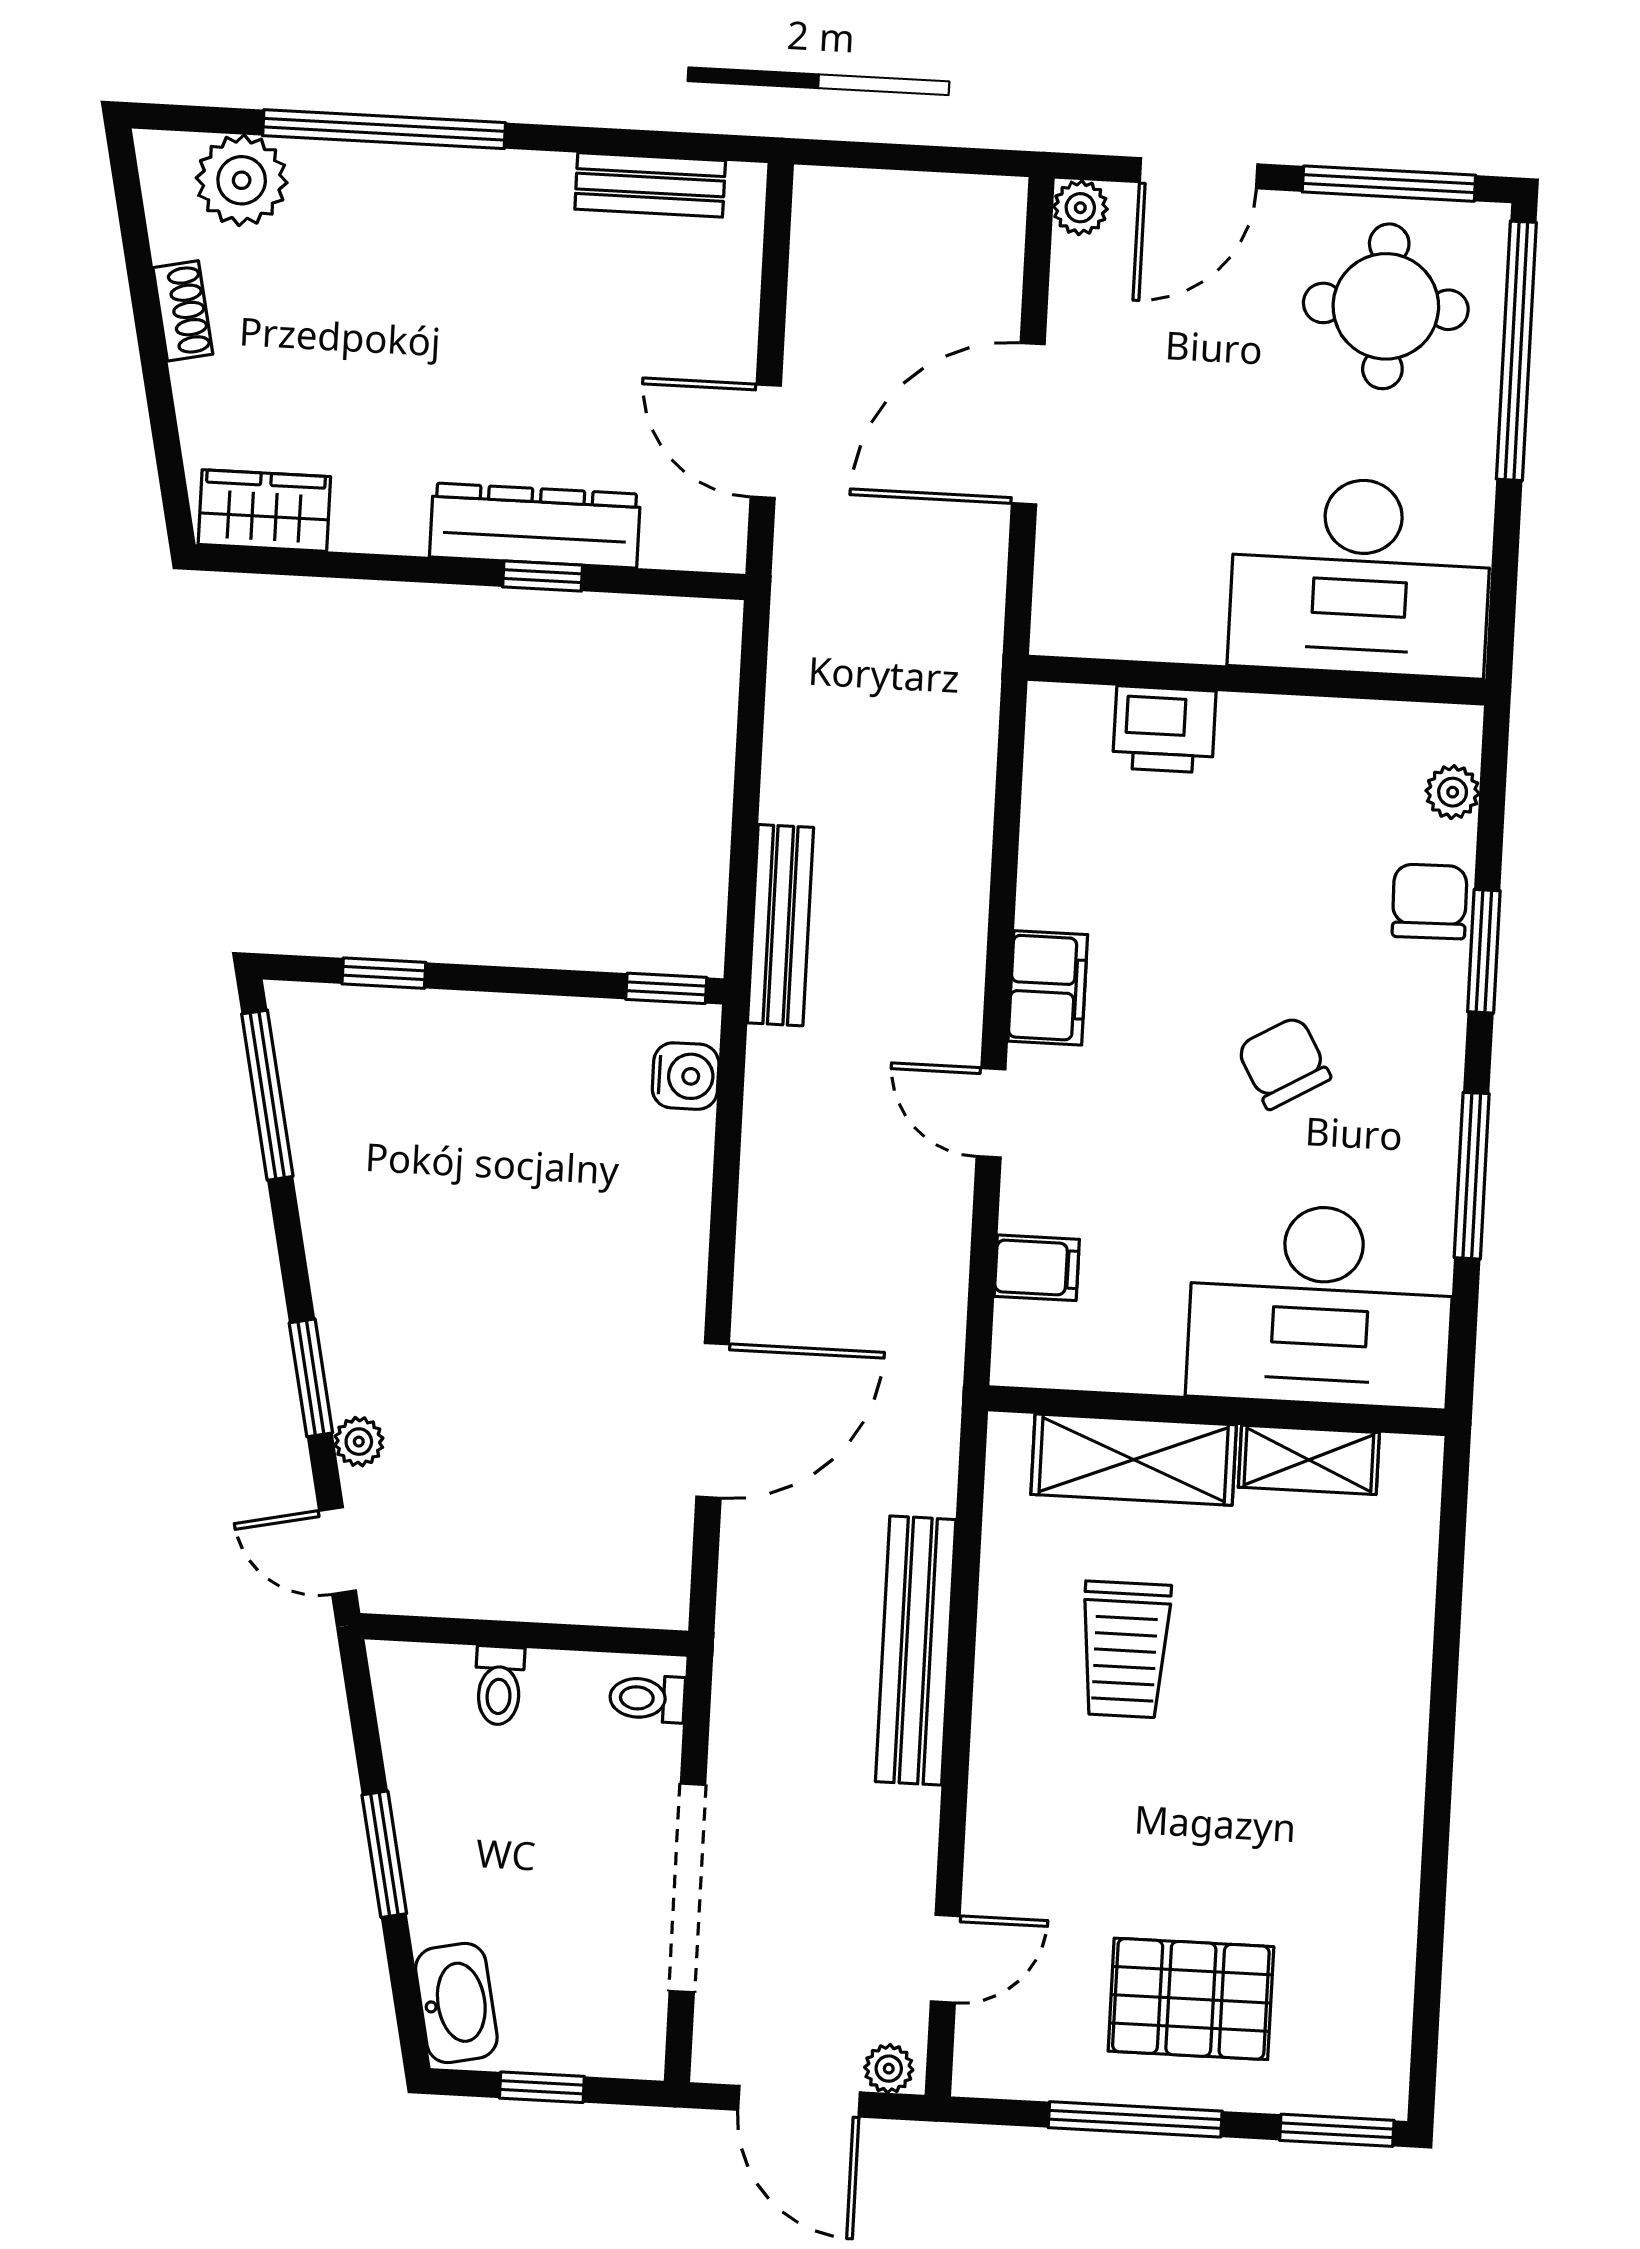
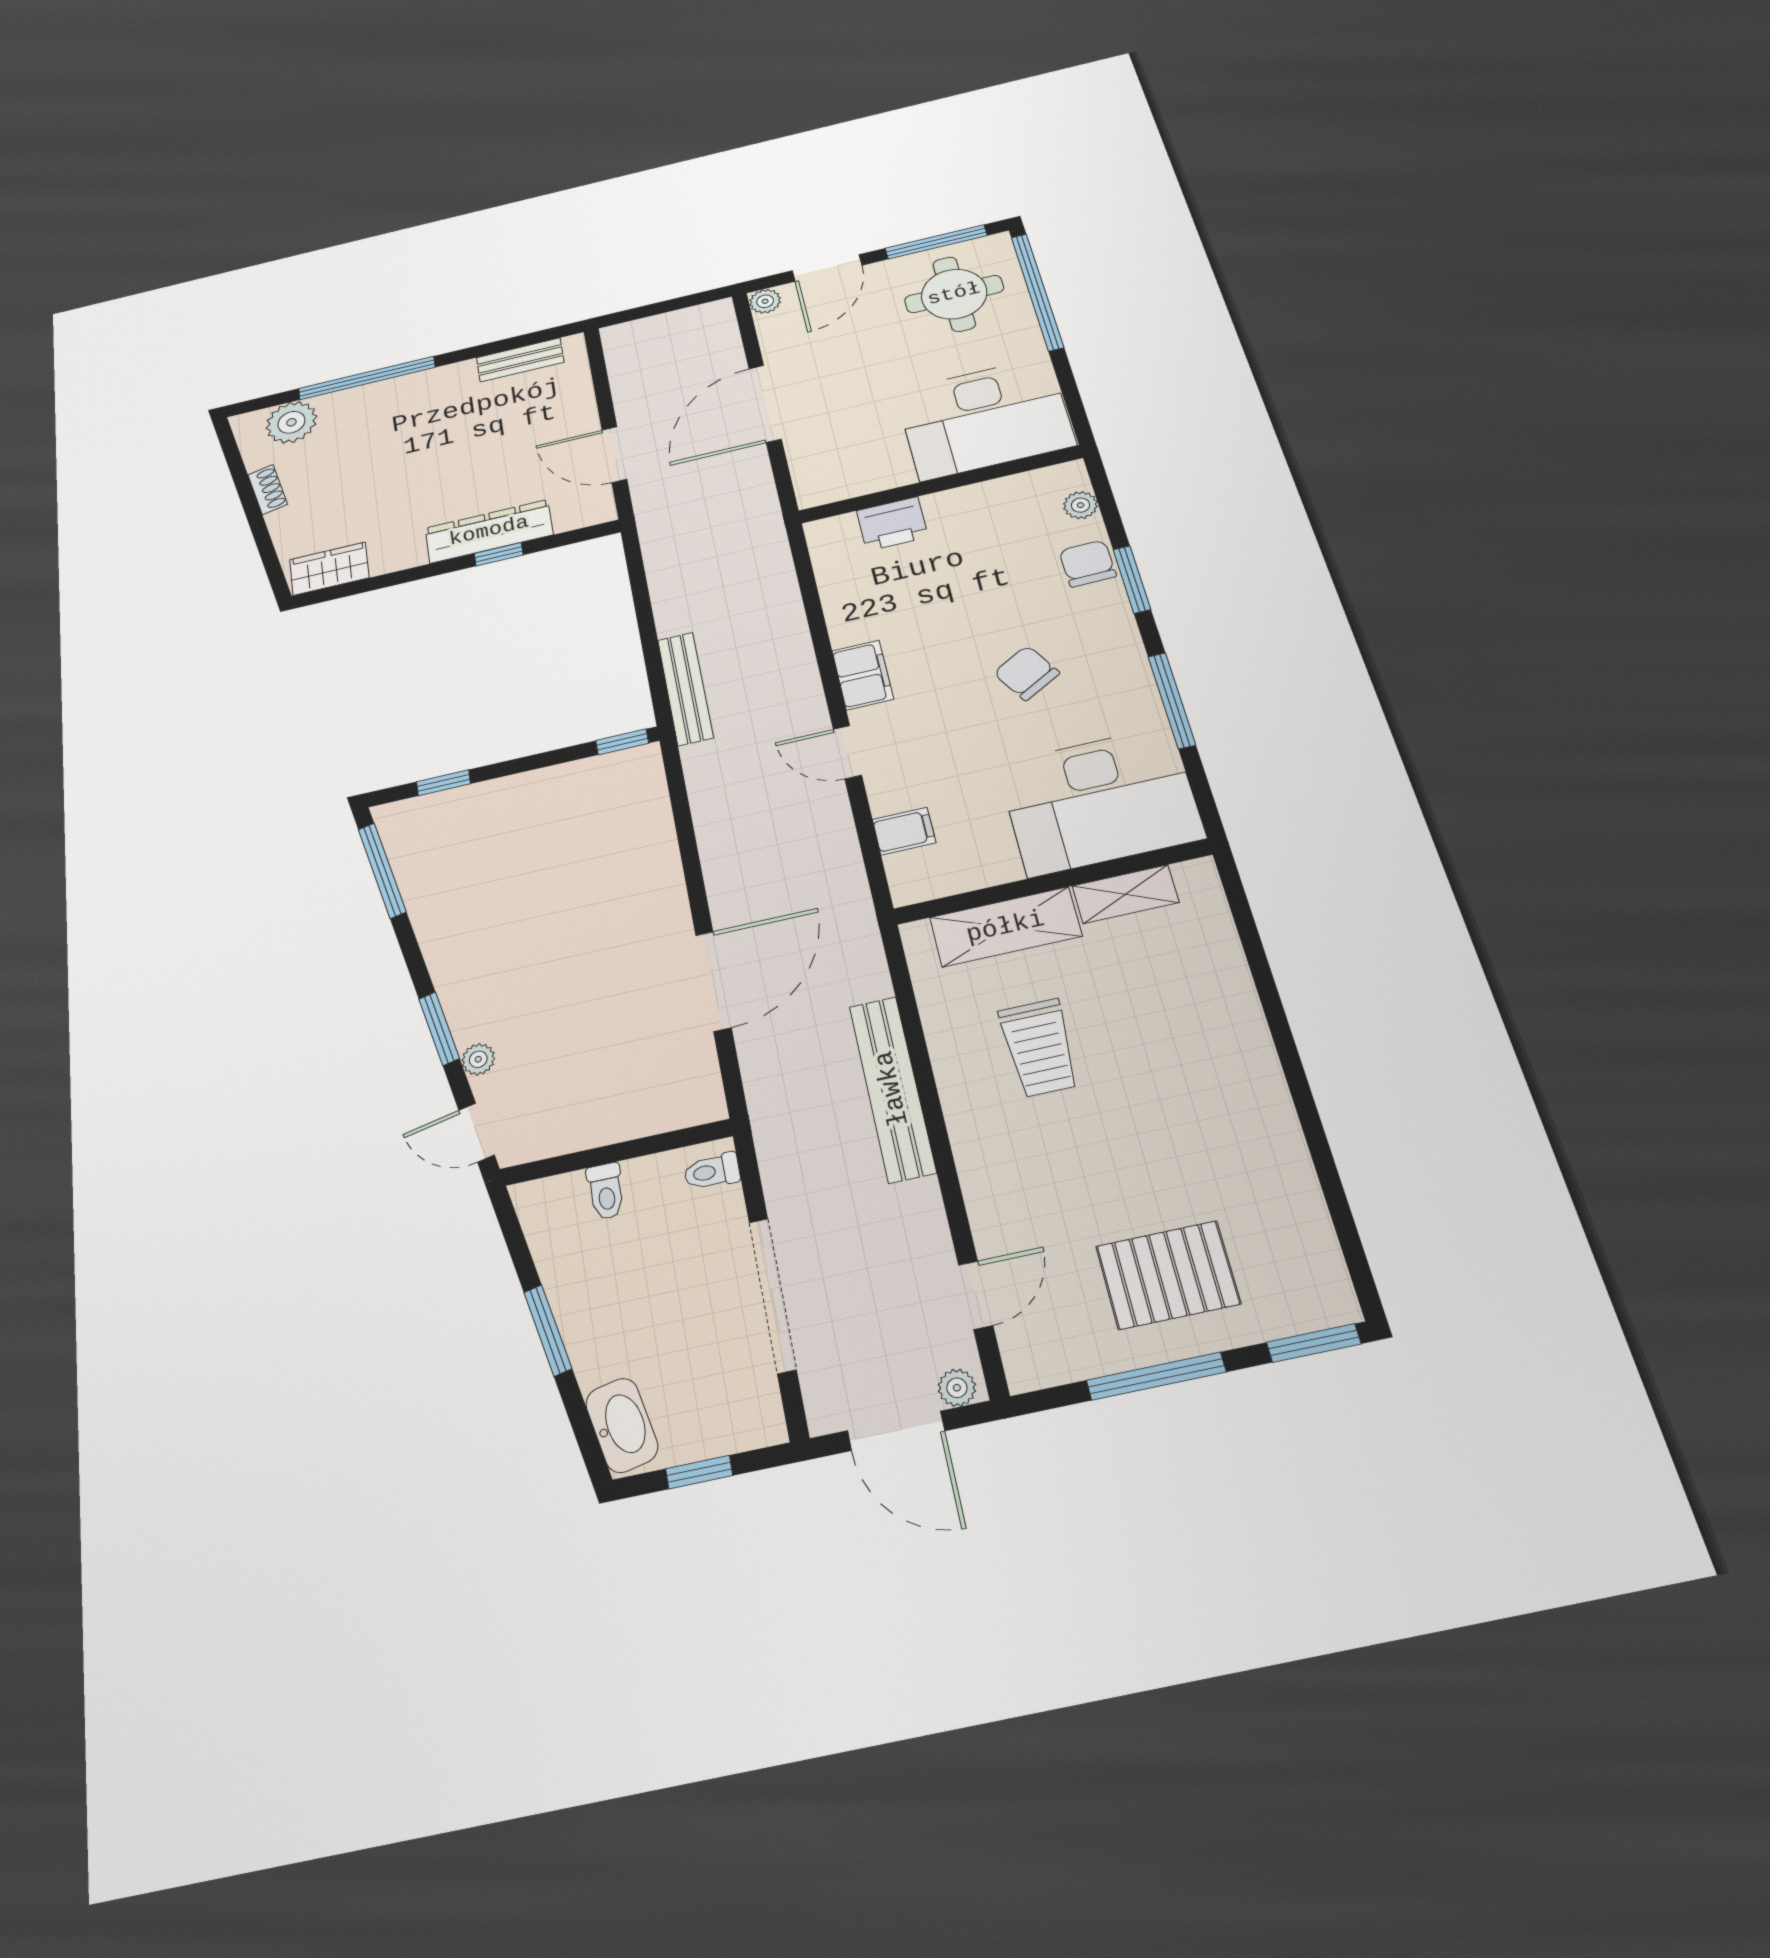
water cooler: (686, 1076) -> (646, 786), removed

